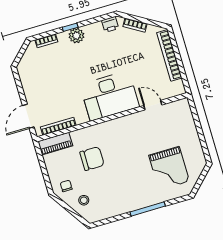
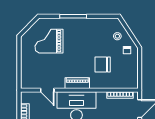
piano: (55, 144) -> (77, 83), moved
grand piano: (169, 168) -> (49, 41), turned -90

